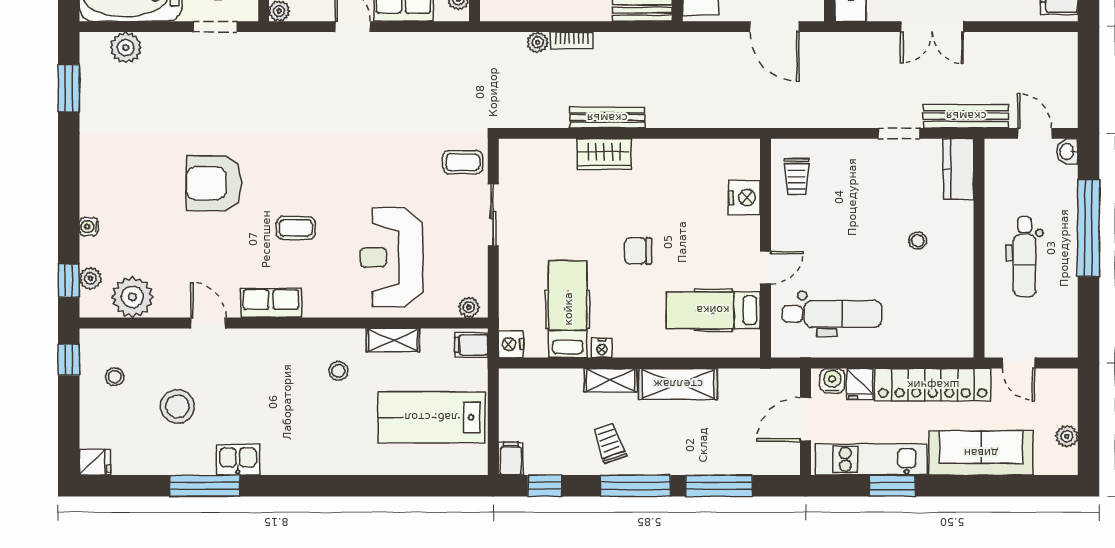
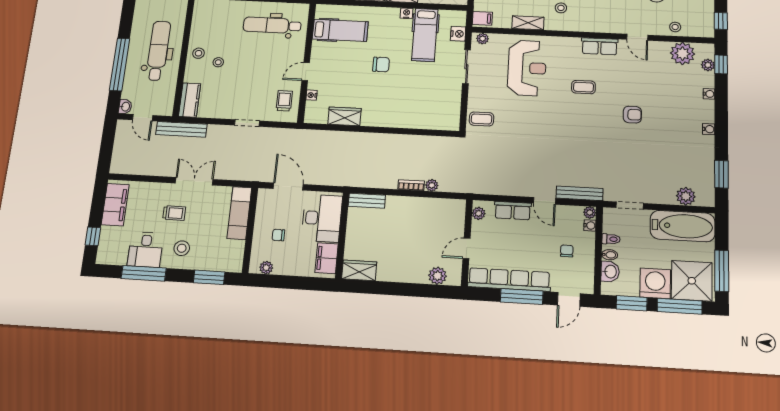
bench: (607, 118) -> (580, 193), moved
doorway: (899, 133) -> (247, 123), moved
wardrobe: (604, 154) -> (344, 116), moved
water cooler: (89, 165) -> (709, 129), added
armchair: (214, 183) -> (632, 115), width x0.53, depth x0.53
nightstand: (745, 198) -> (311, 95), width x0.53, depth x0.56
sliding door: (493, 215) -> (466, 67), moved
stool: (954, 256) -> (198, 53), added
dental chair: (1025, 257) -> (158, 51), width x1.36, depth x1.38
door: (765, 268) -> (306, 72), moved
nightstand: (511, 344) -> (458, 34), moved
stool: (115, 377) -> (675, 27), moved

